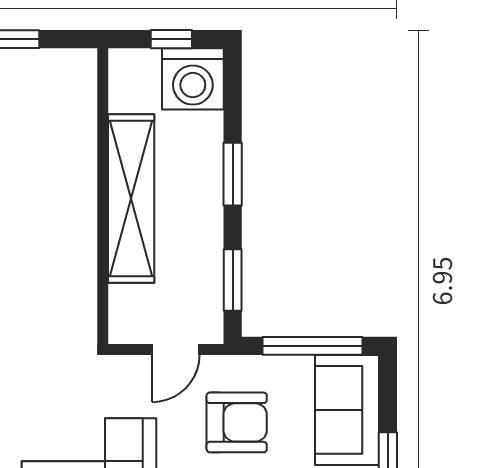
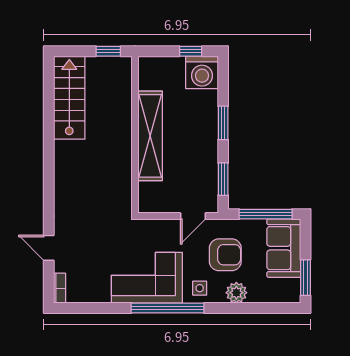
wall: (103, 196) -> (135, 135), moved
shelving: (131, 198) -> (150, 136), moved

